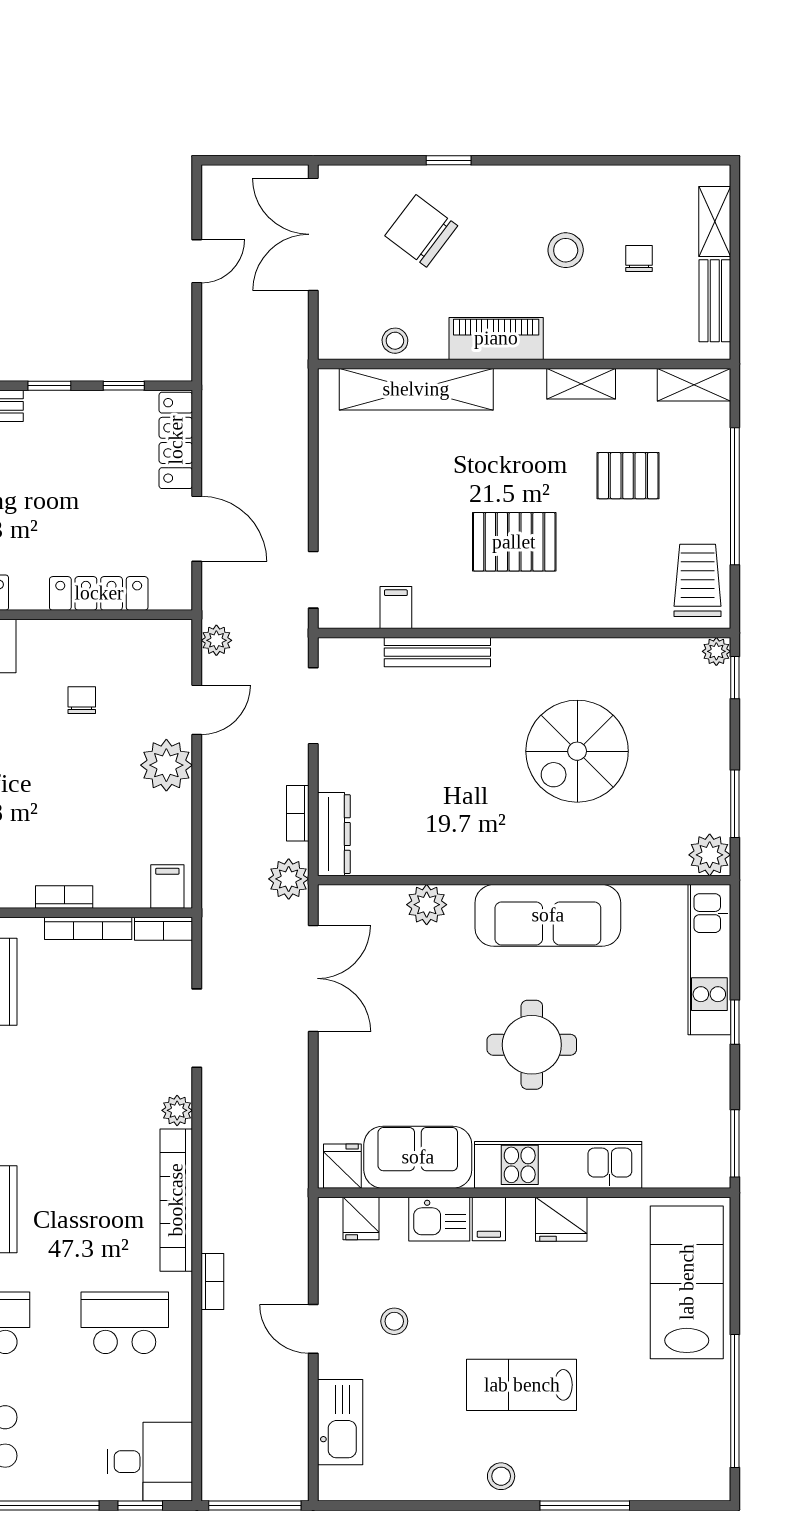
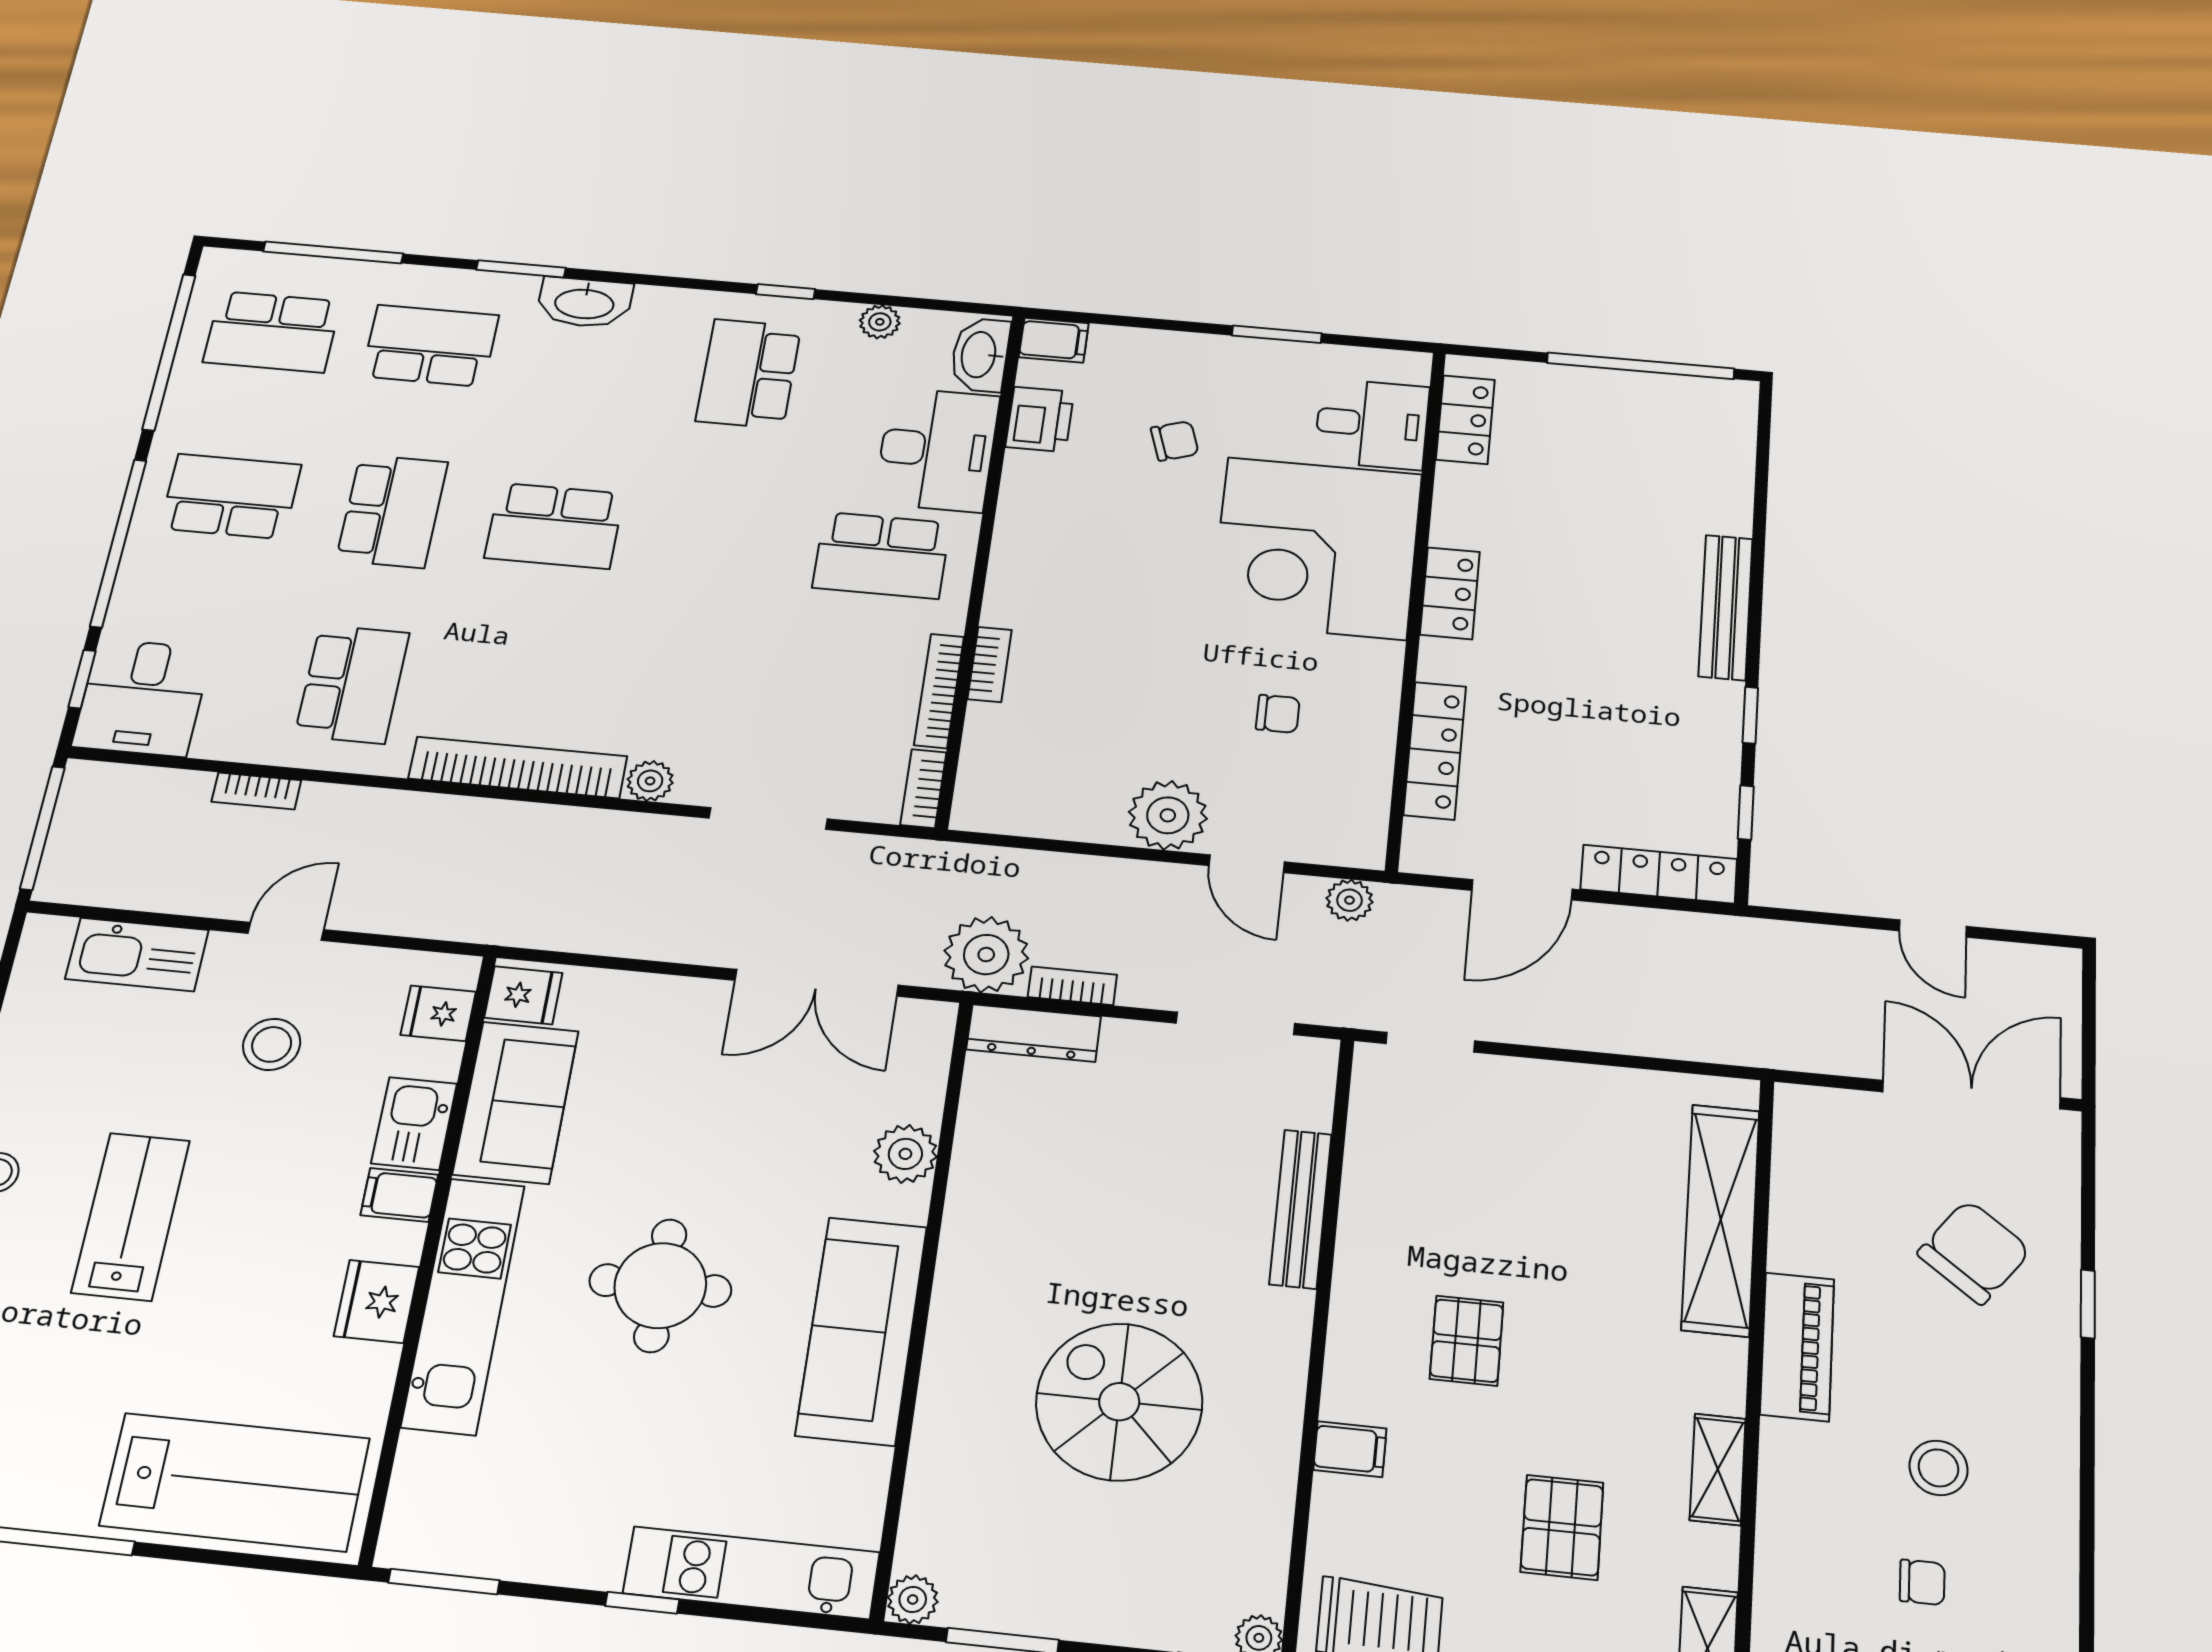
stool: (395, 341) -> (1799, 1196), removed
pallet: (514, 542) -> (1467, 1341), width x0.67, depth x0.71
filing cabinet: (396, 607) -> (1350, 1449), moved
plant: (710, 855) -> (913, 1599), width x0.73, depth x0.73
plant: (289, 879) -> (986, 955), width x1.36, depth x1.36
filing cabinet: (167, 887) -> (986, 800), removed
bookcase: (212, 1281) -> (256, 791), moved
stool: (394, 1321) -> (272, 1044), width x1.37, depth x1.37

